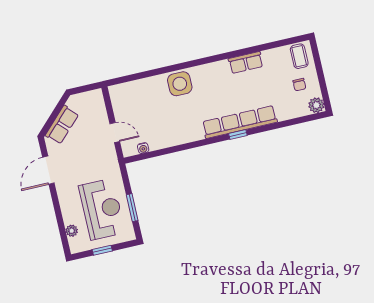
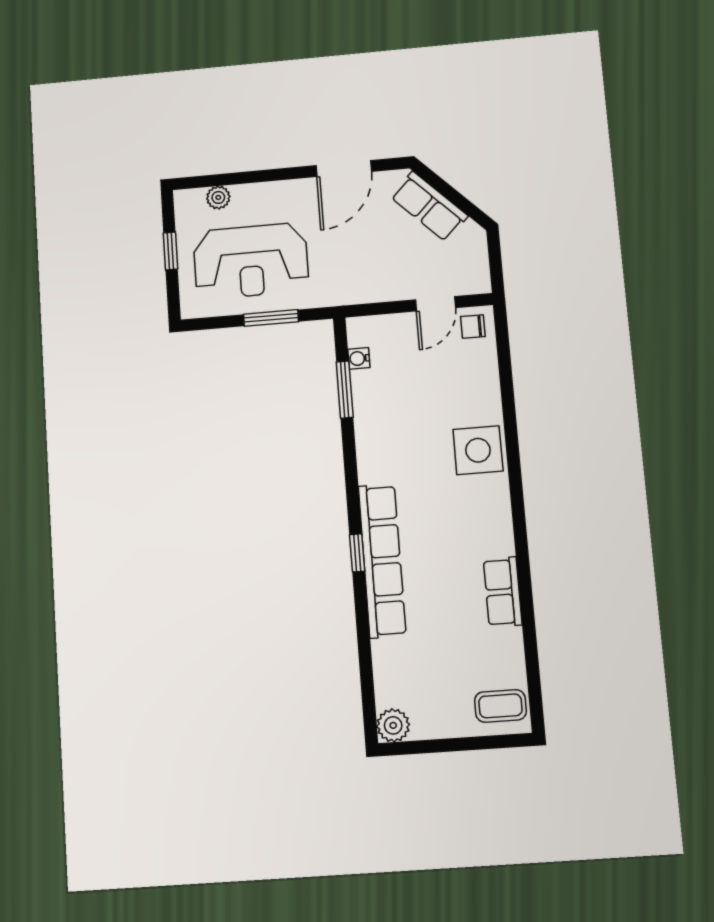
chair: (299, 85) -> (473, 327), moved
door: (115, 133) -> (436, 304), moved
window: (160, 153) -> (345, 390), added
door: (48, 170) -> (344, 169), swing flipped
window: (132, 208) -> (271, 318), moved

